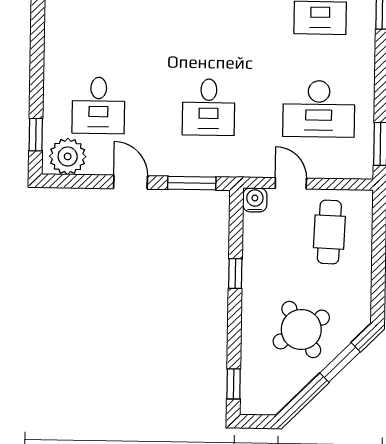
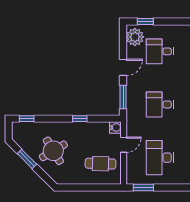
window: (340, 362) -> (27, 159), moved

